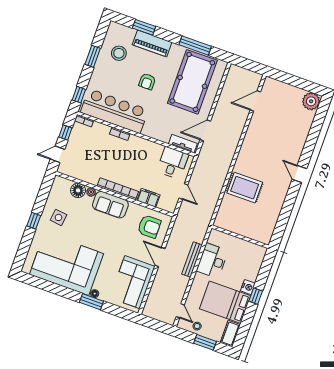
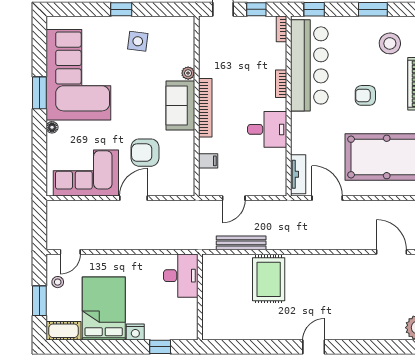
desk: (173, 163) -> (267, 129), moved
floor lamp: (78, 190) -> (184, 55), removed
filing cabinet: (148, 198) -> (208, 161), width x0.50
armchair: (149, 227) -> (145, 153), moved, turned 90
bench: (192, 259) -> (241, 243), moved
desk: (212, 261) -> (181, 276), moved, turned 90
window: (256, 296) -> (160, 347), moved
window: (91, 302) -> (39, 93), moved

